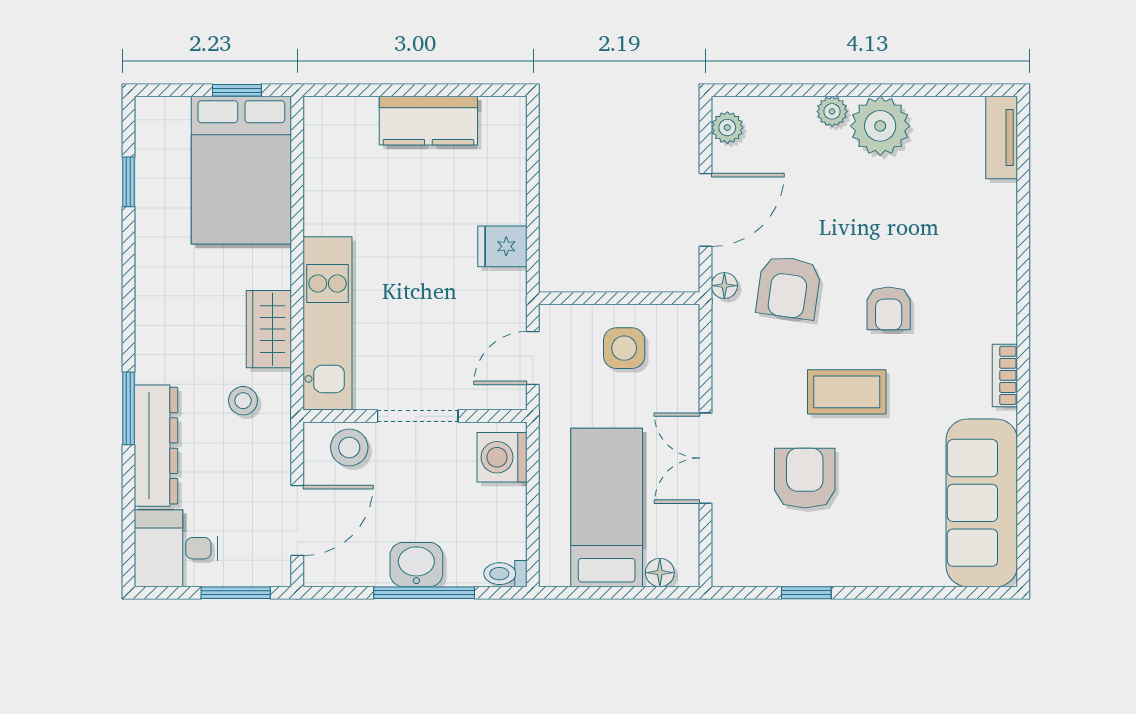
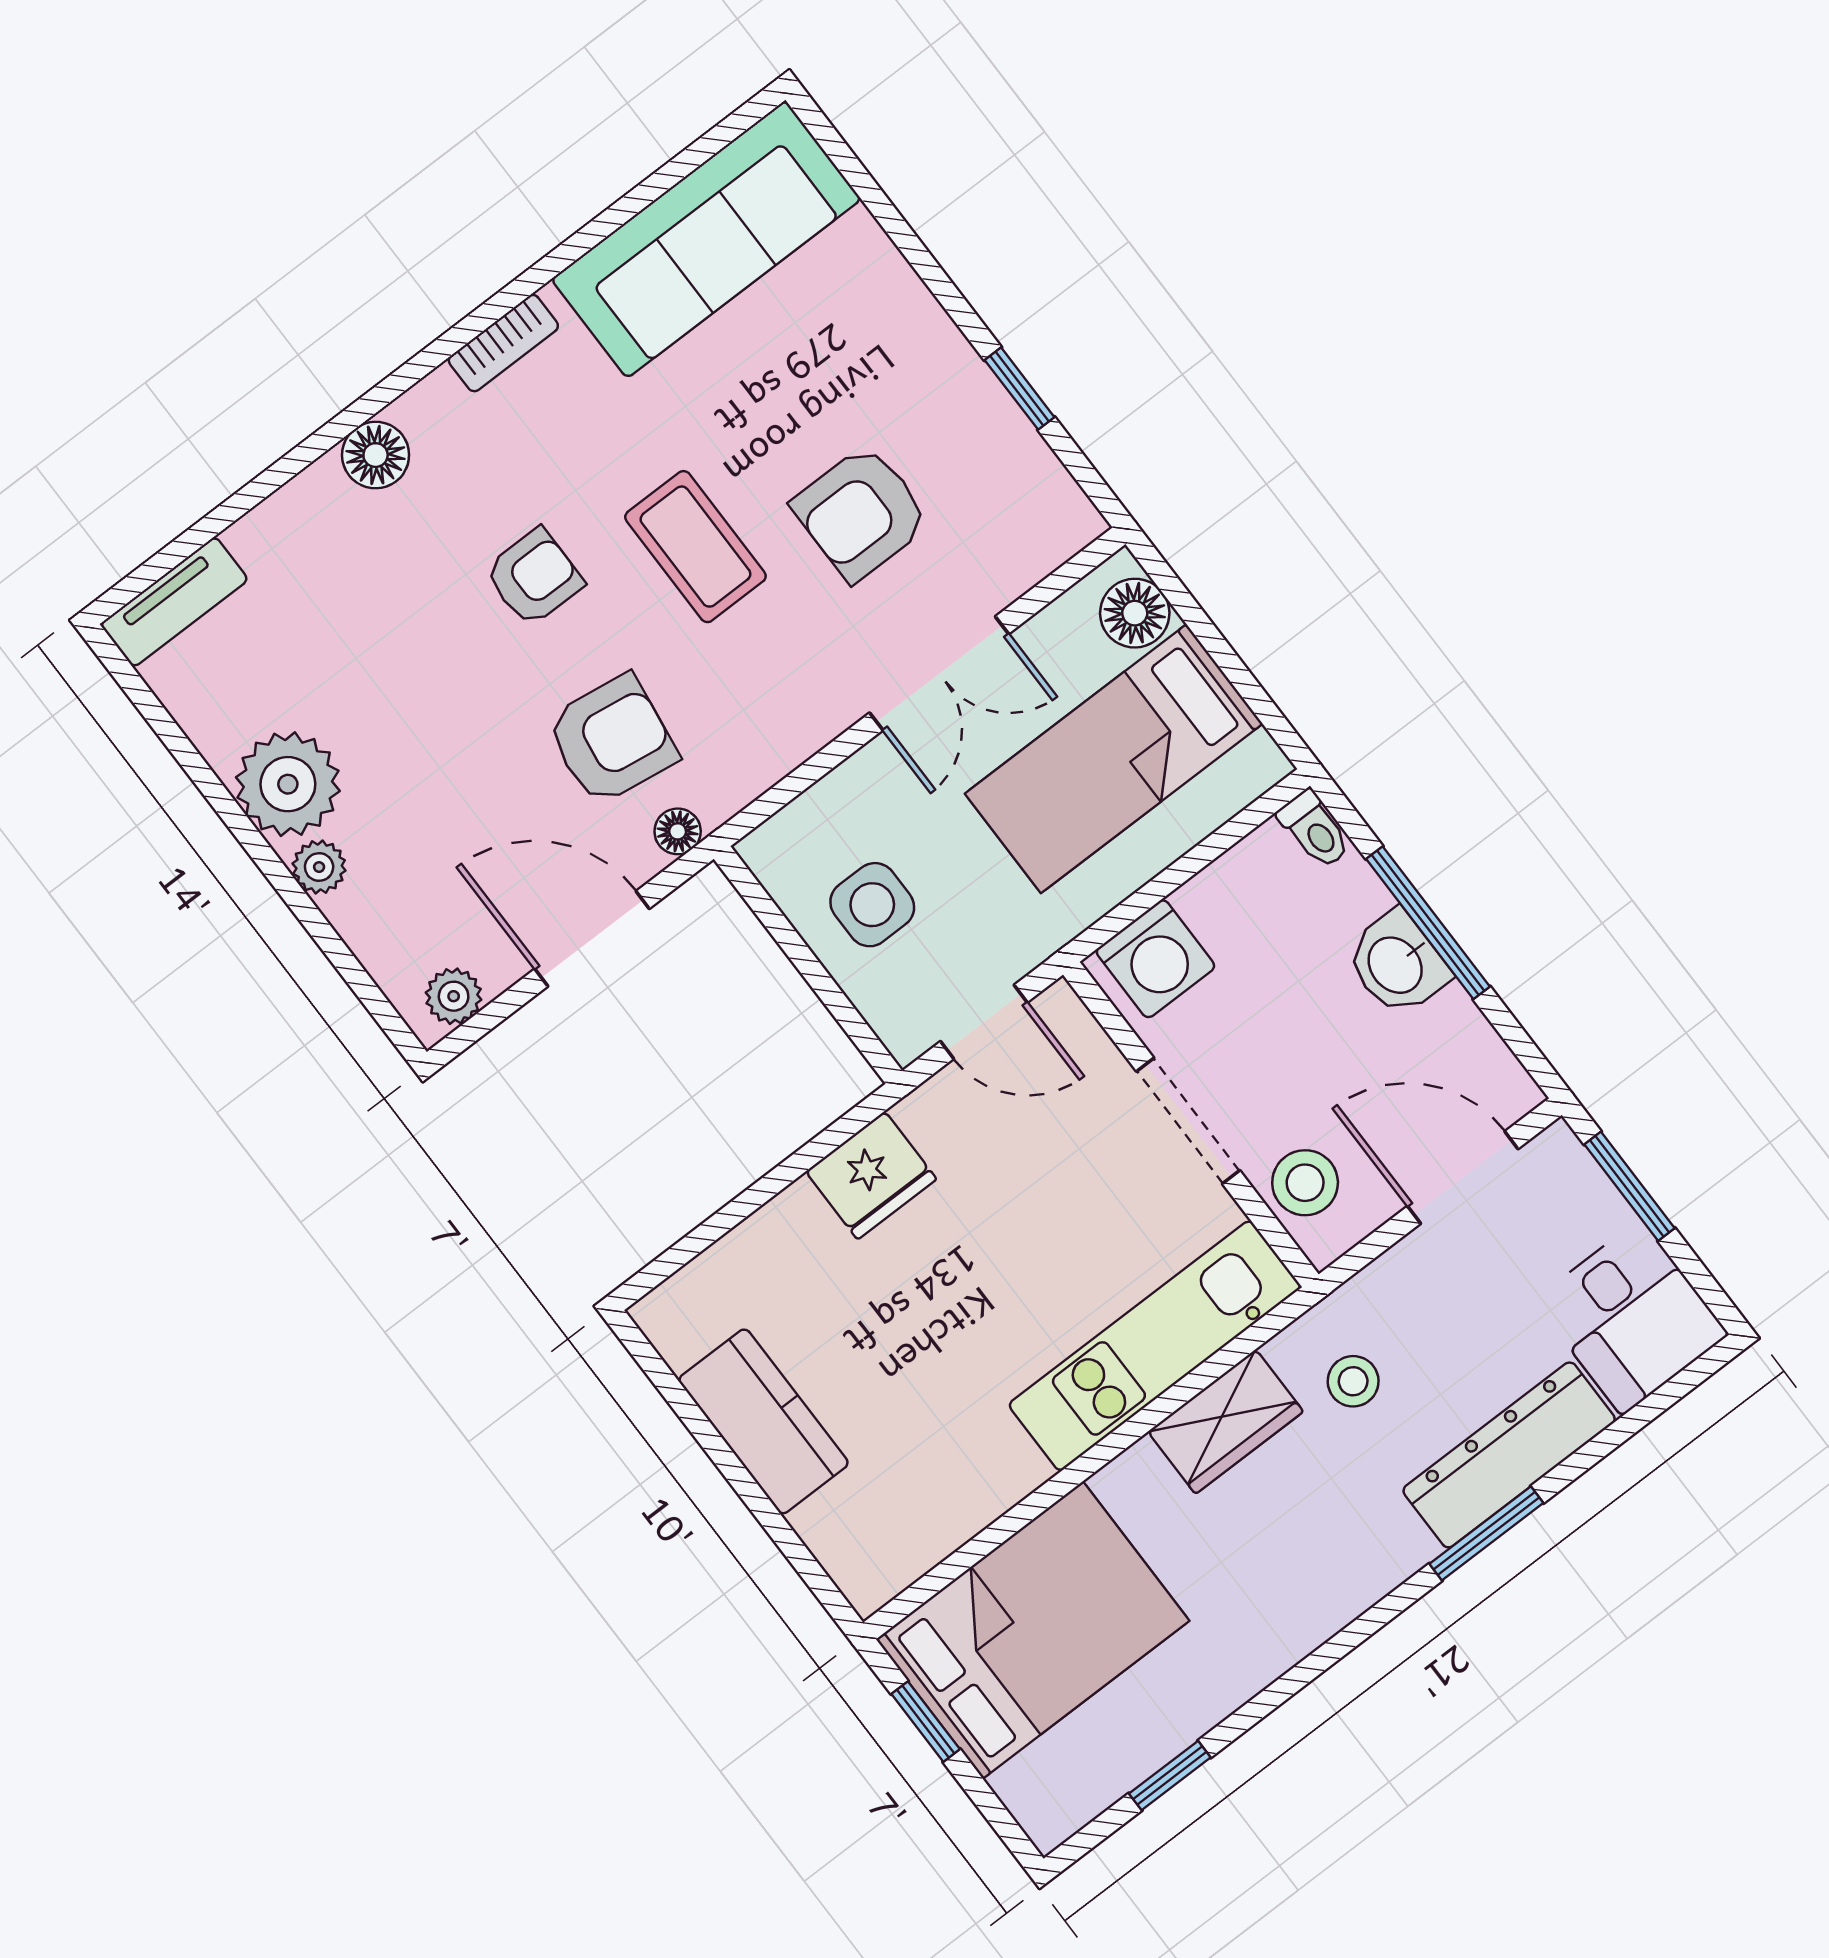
fridge: (502, 246) -> (871, 1175), width x1.38
floor lamp: (998, 279) -> (376, 455), added
floor lamp: (660, 573) -> (1135, 613), width x1.37, depth x1.37

